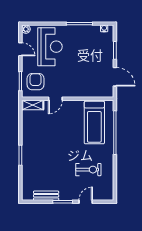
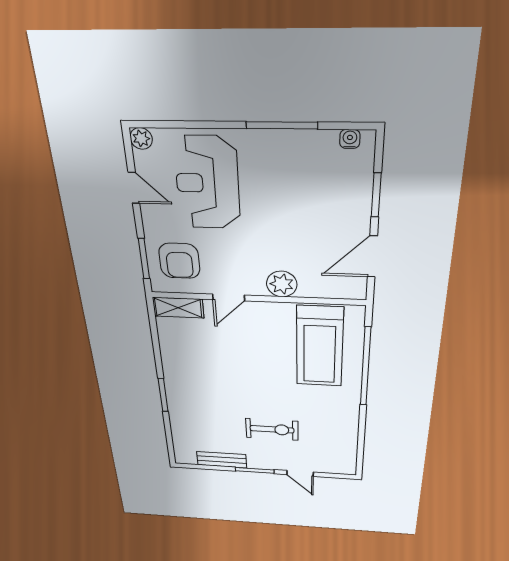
reception desk: (50, 47) -> (207, 183), turned 180
door: (115, 77) -> (372, 257), swing flipped
armchair: (35, 82) -> (179, 261), turned 180
plant: (78, 91) -> (282, 284), added
exercise bike: (88, 170) -> (272, 429), moved
door: (86, 202) -> (300, 473), swing flipped

